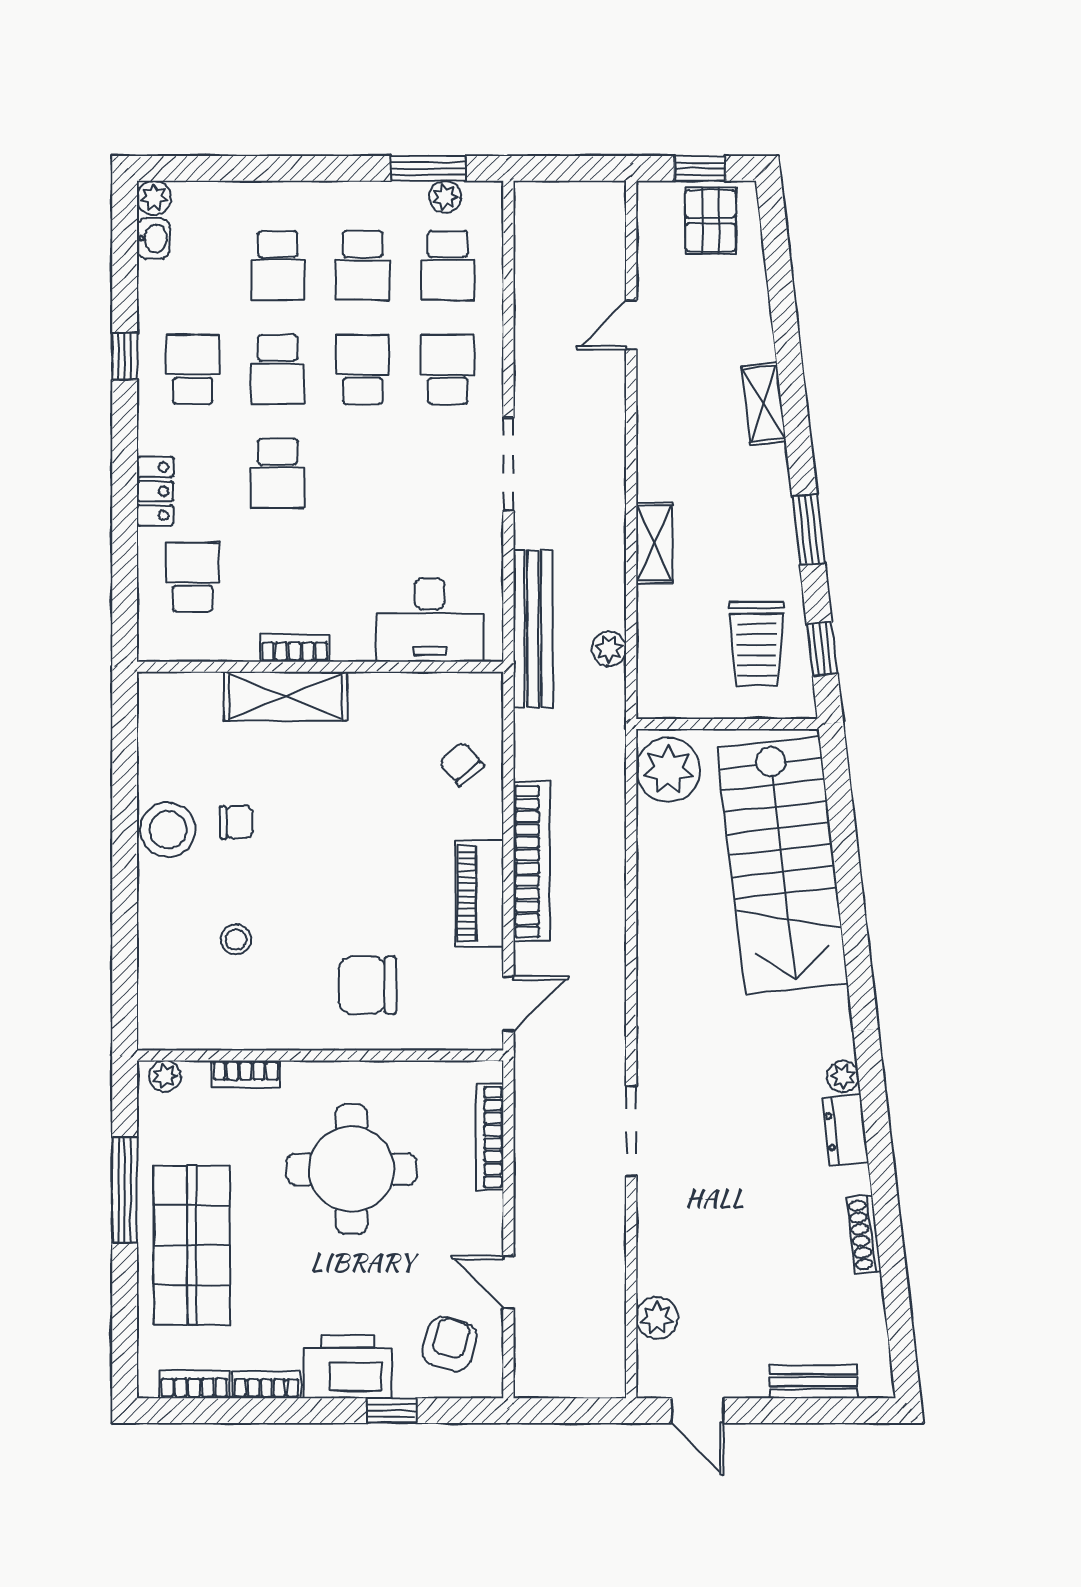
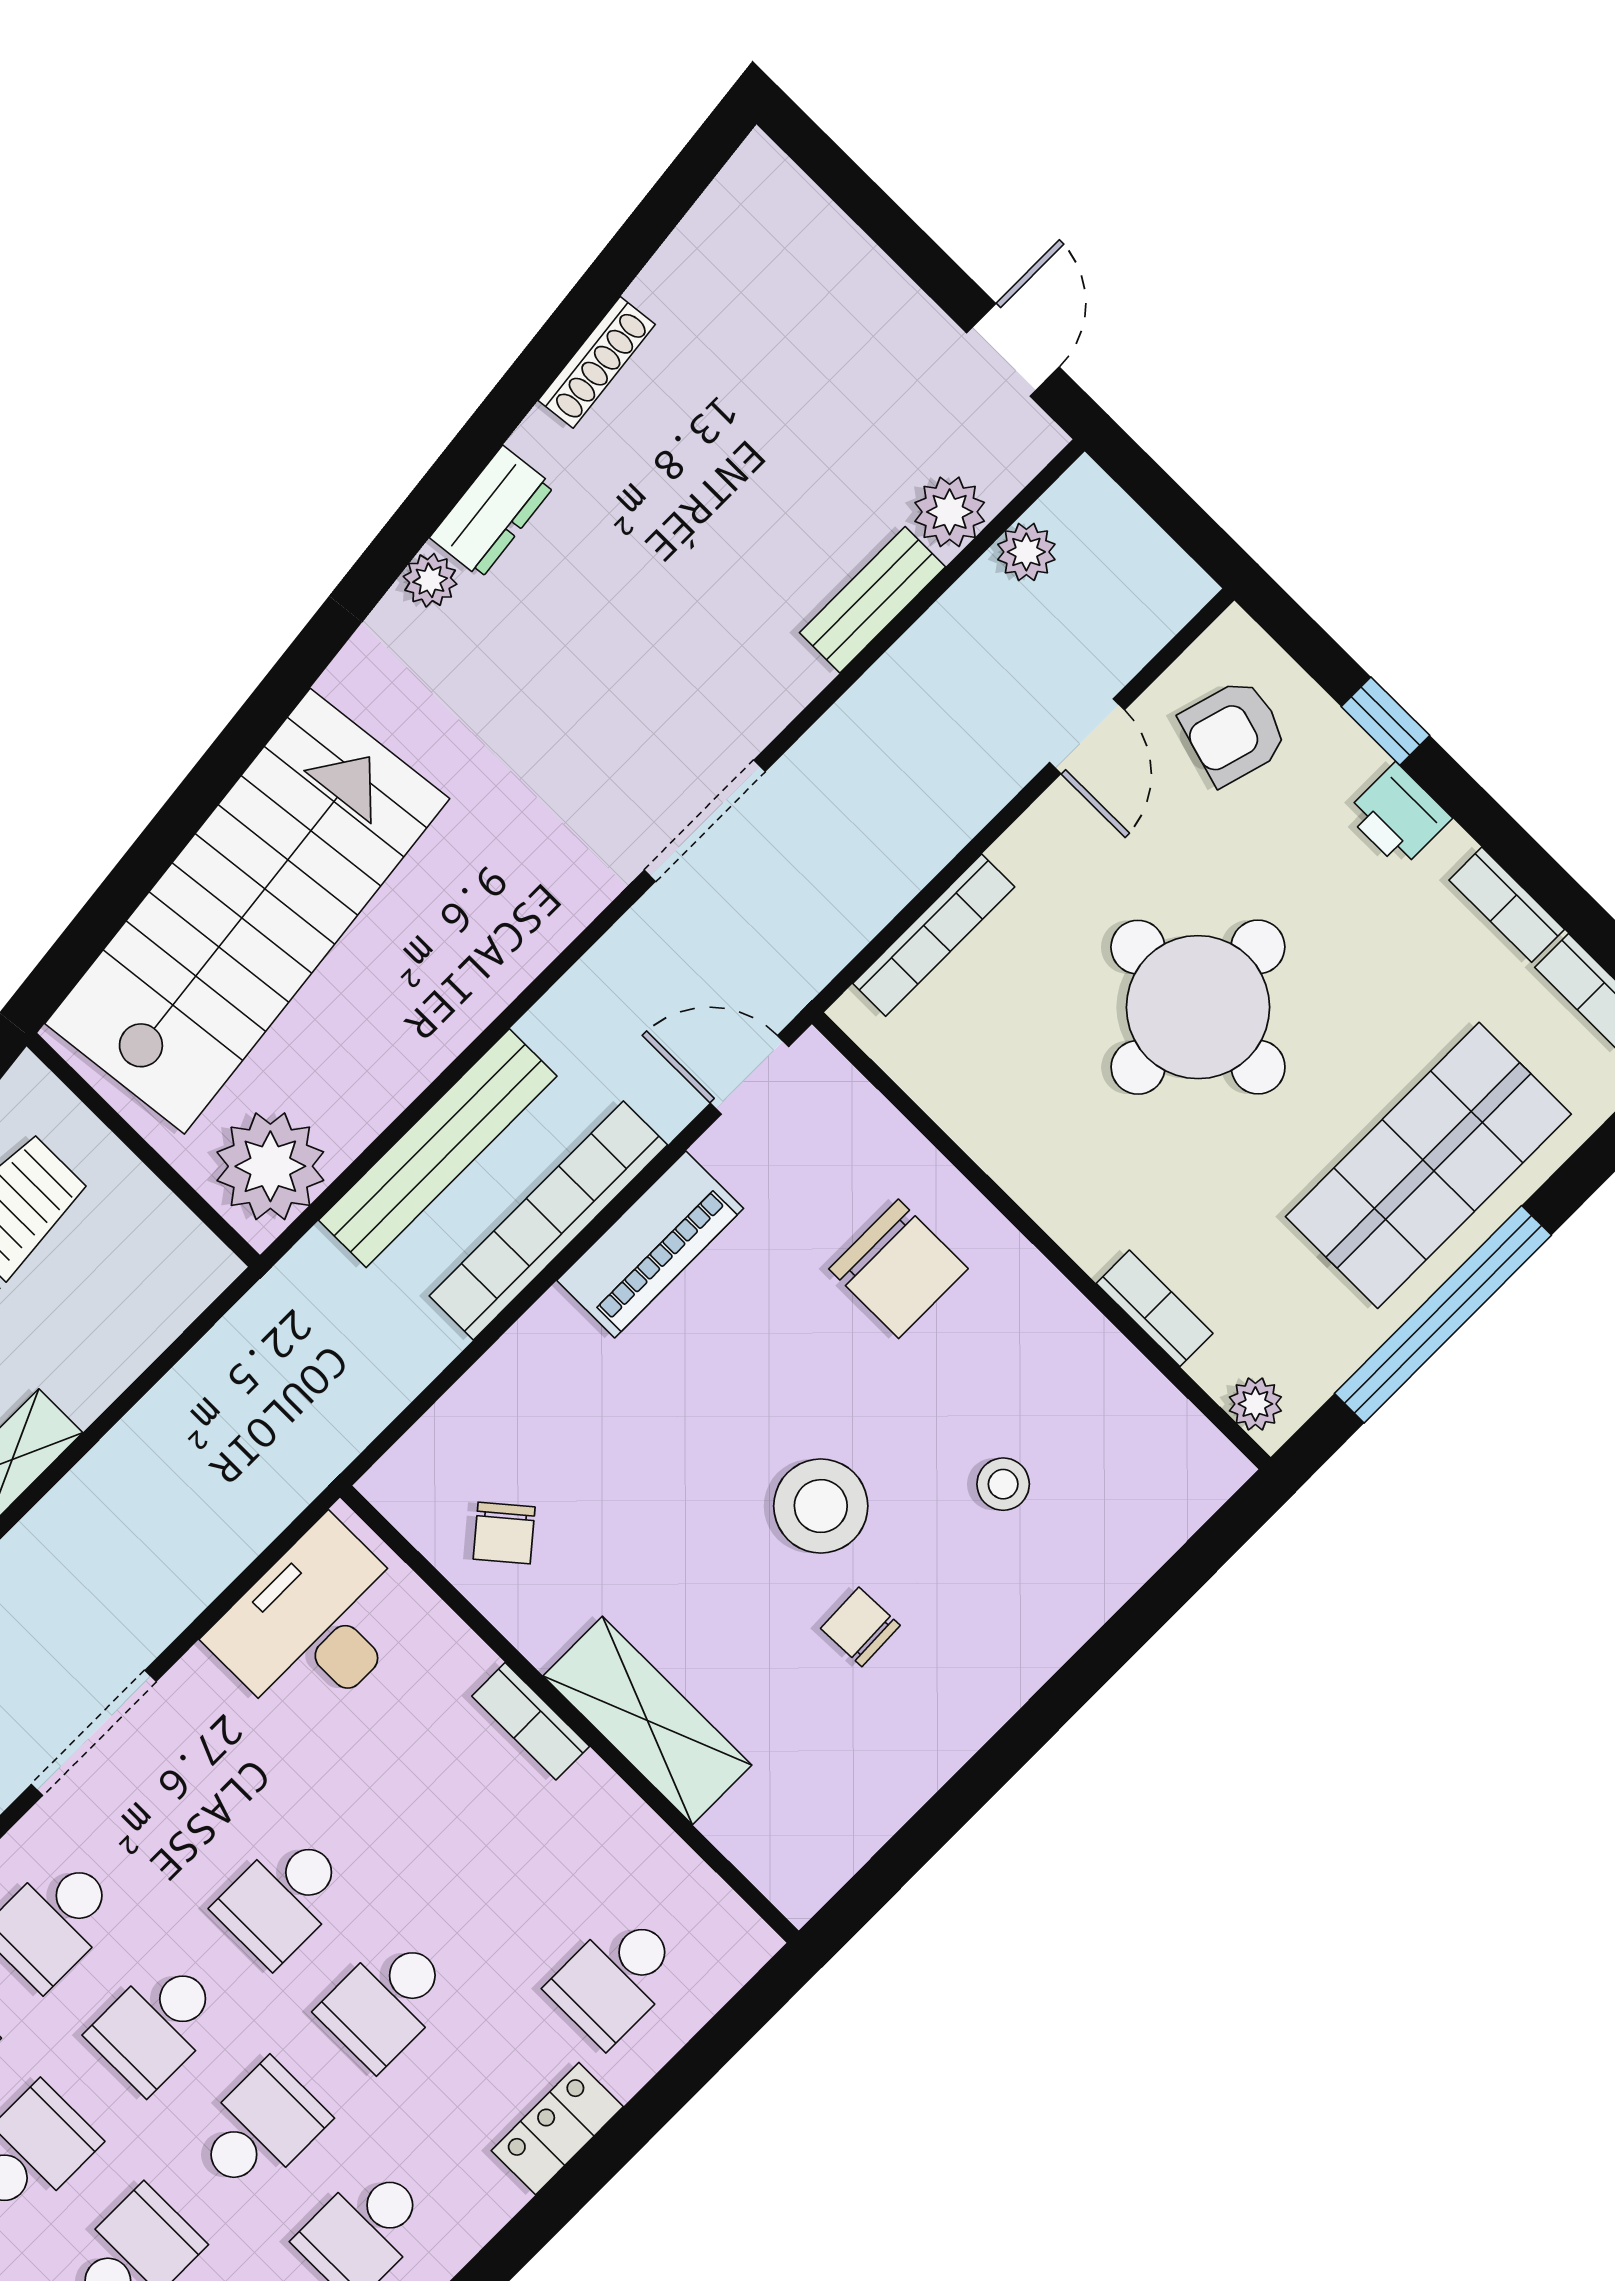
school desk: (278, 473) -> (386, 2002), turned 180
school desk: (363, 473) -> (283, 1899), added
desk: (430, 620) -> (315, 1625), moved, turned -90
bench: (533, 629) -> (438, 1148), moved
bookcase: (295, 648) -> (531, 1721), moved
plant: (609, 649) -> (1026, 552), moved
chair: (462, 764) -> (504, 1533), moved
stool: (168, 830) -> (821, 1506), moved
doorway: (631, 1131) -> (705, 821), moved
round table: (351, 1169) -> (1198, 1007), moved
window: (125, 1190) -> (1443, 1314), width x1.46
printer: (348, 1367) -> (1398, 816), width x0.53, depth x0.68
bench: (814, 1382) -> (873, 600), moved, turned 90

